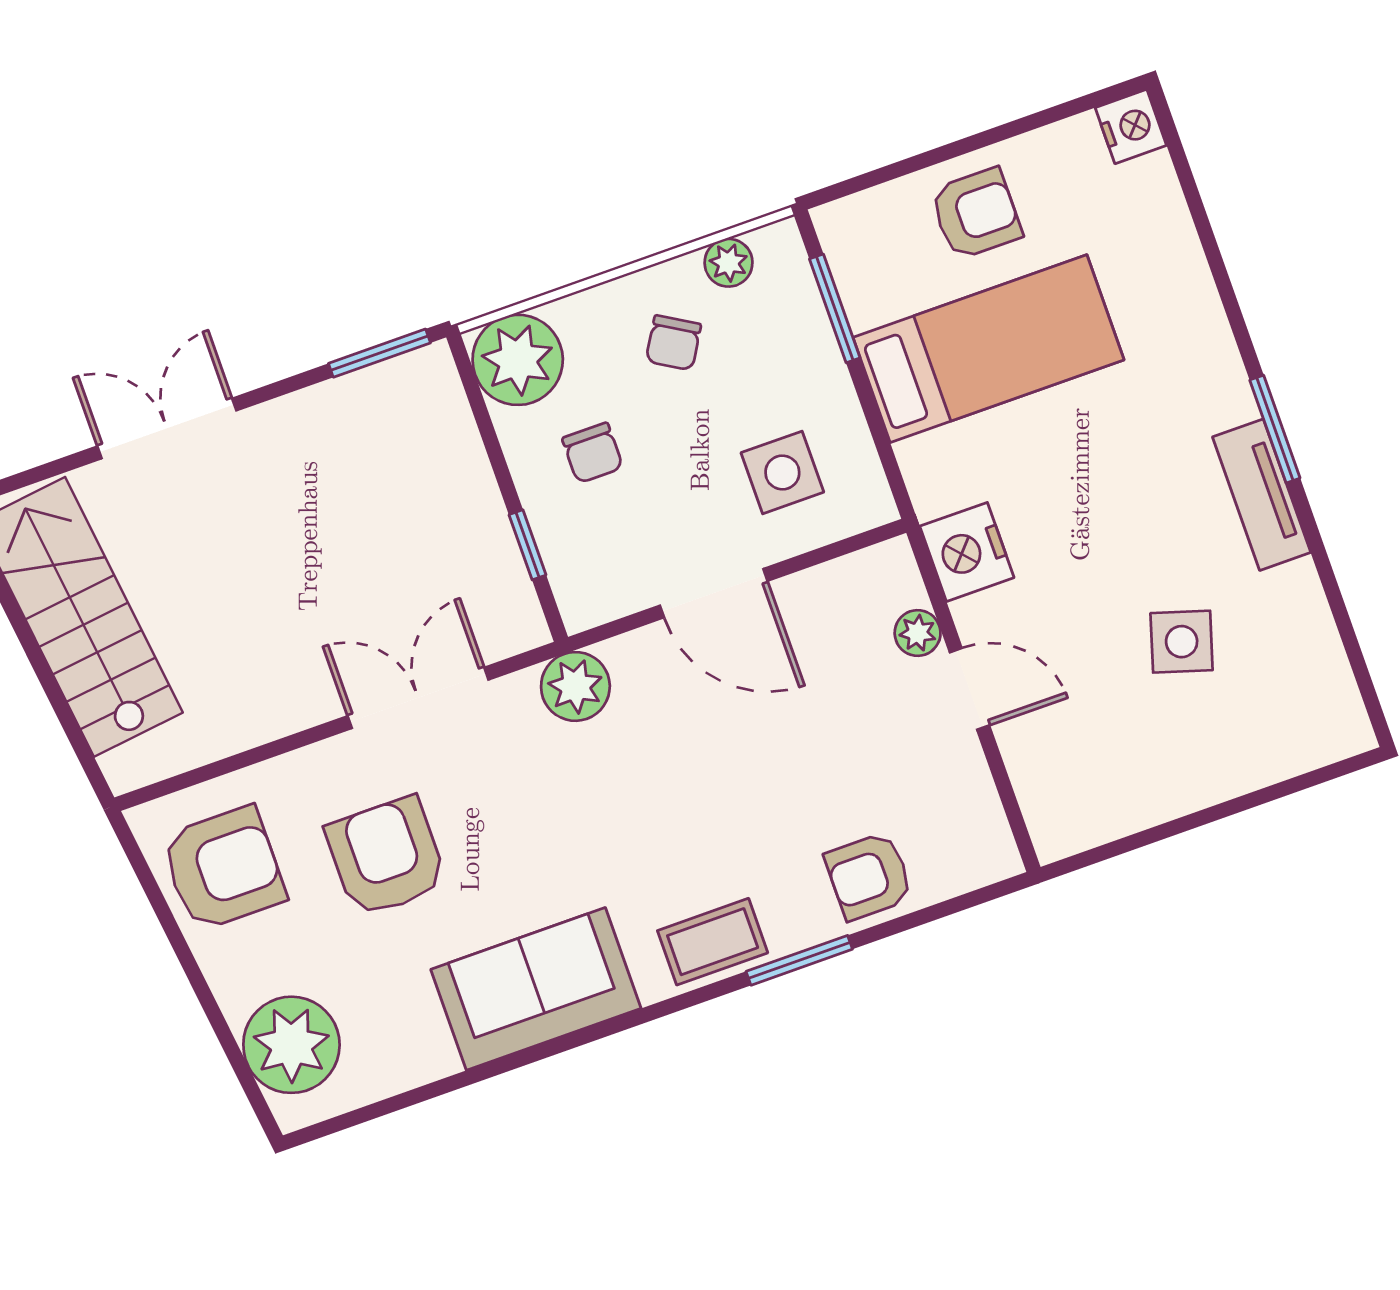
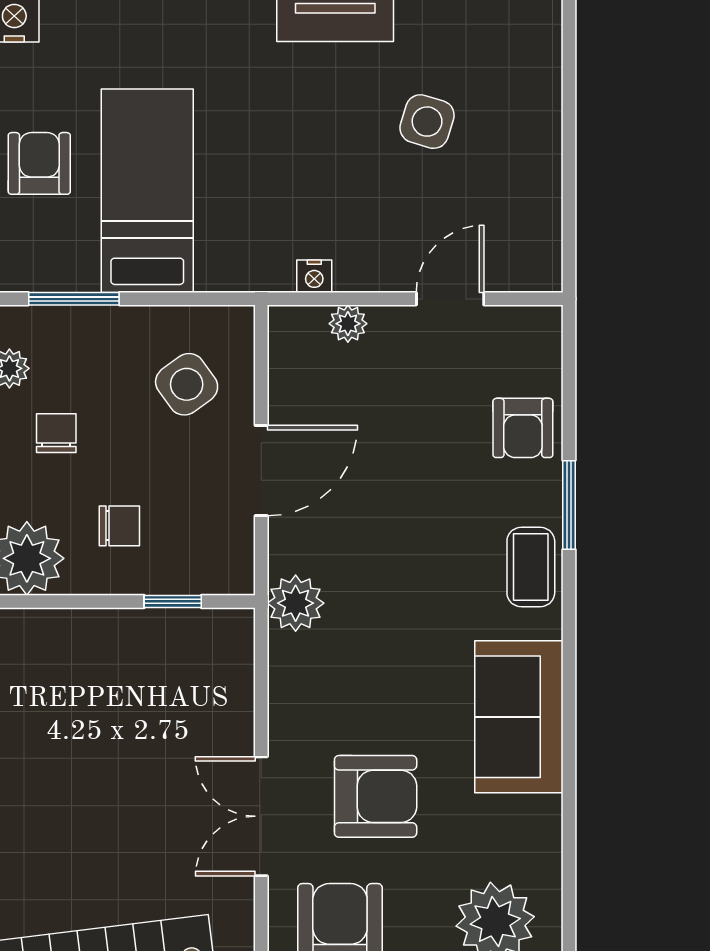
chair: (673, 343) -> (56, 433), turned -121
side table: (782, 472) -> (187, 384), turned -36
nightstand: (967, 552) -> (314, 276), width x0.53, depth x0.56
door: (969, 689) -> (450, 299), moved
double door: (418, 698) -> (261, 816), moved
armchair: (386, 857) -> (376, 796), turned 180

